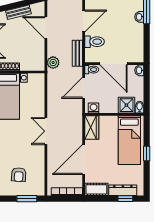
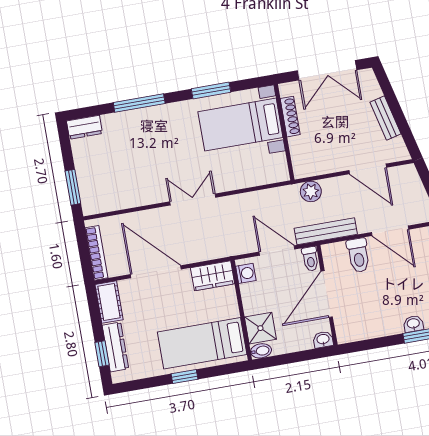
door: (46, 28) -> (368, 169), swing flipped
bench: (77, 53) -> (326, 231), width x1.36
armchair: (19, 175) -> (111, 166), removed

